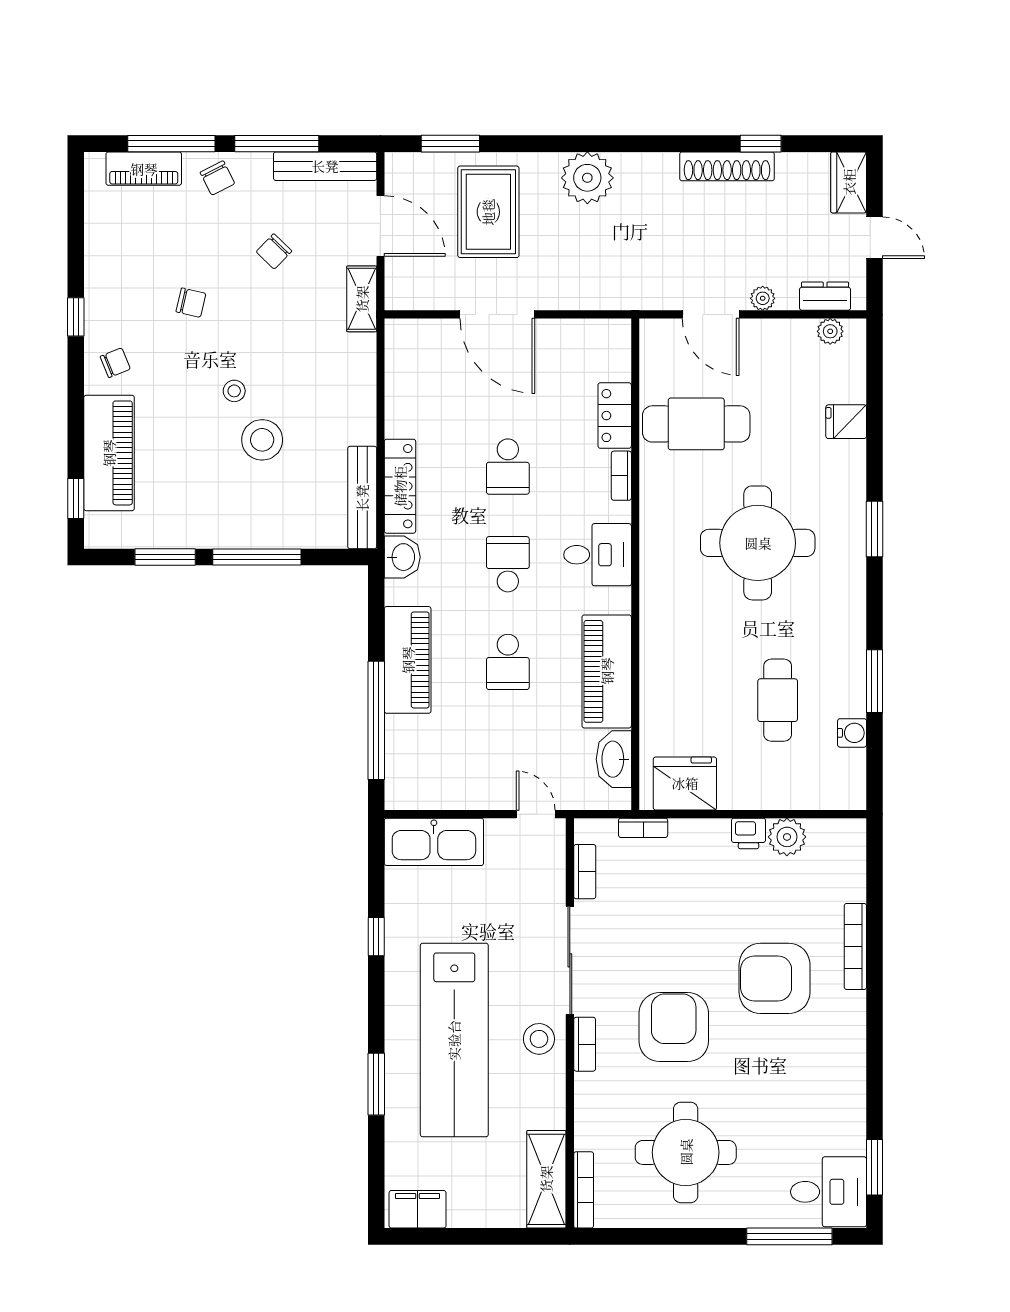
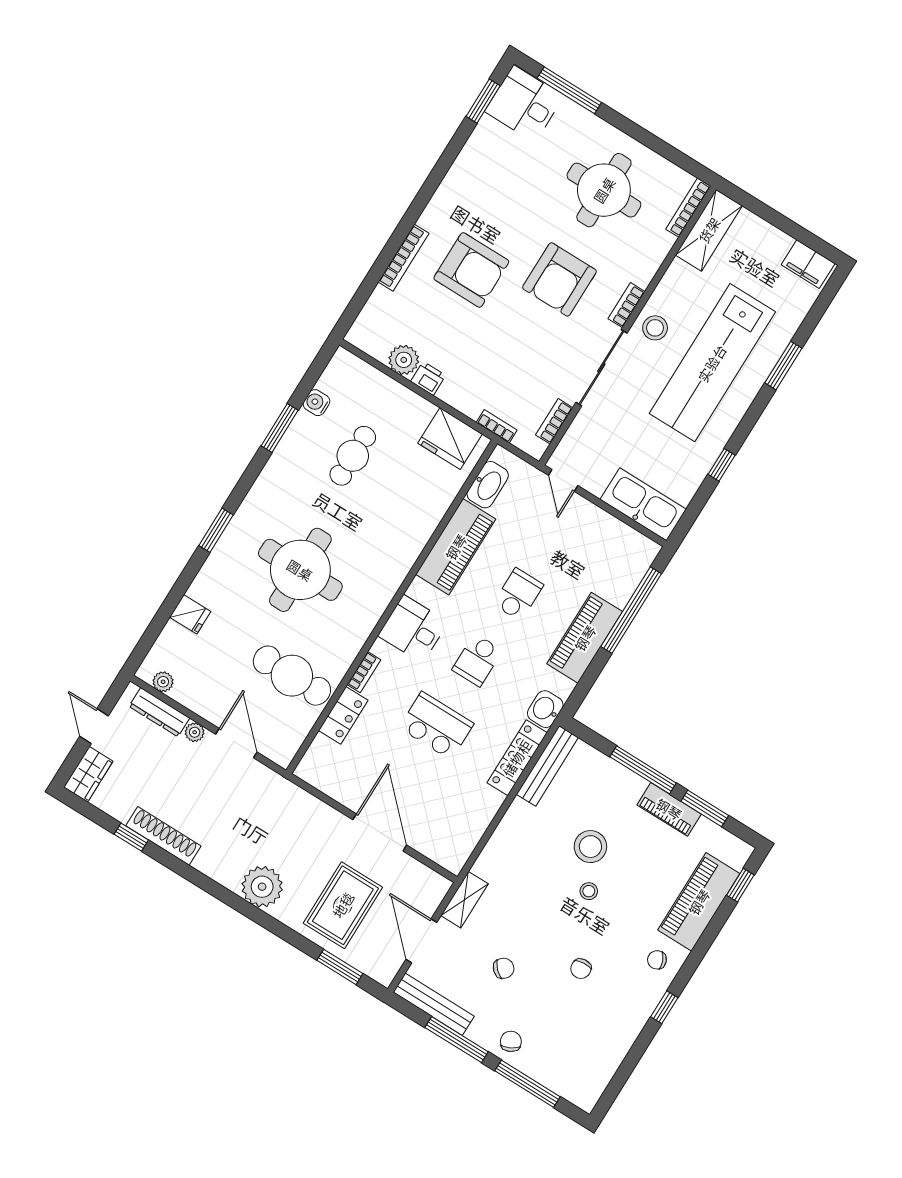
piano: (144, 169) -> (669, 809), moved, turned 180
dresser: (825, 296) -> (159, 712), width x1.44
chair: (191, 303) -> (581, 969), turned -108
school desk: (508, 467) -> (436, 726), width x1.85
lab bench: (454, 1040) -> (712, 363), turned 180

